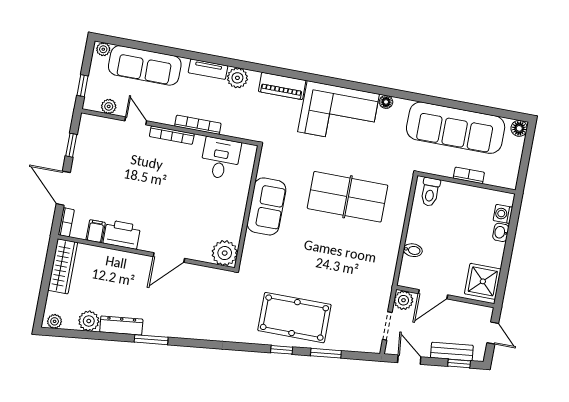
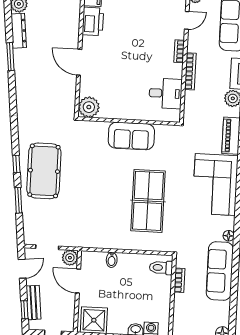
floor lamp: (386, 102) -> (229, 236), moved
sofa: (456, 128) -> (220, 271), width x0.74, depth x0.79
bookcase: (172, 135) -> (179, 51), width x0.64
bookcase: (469, 175) -> (179, 280), moved

